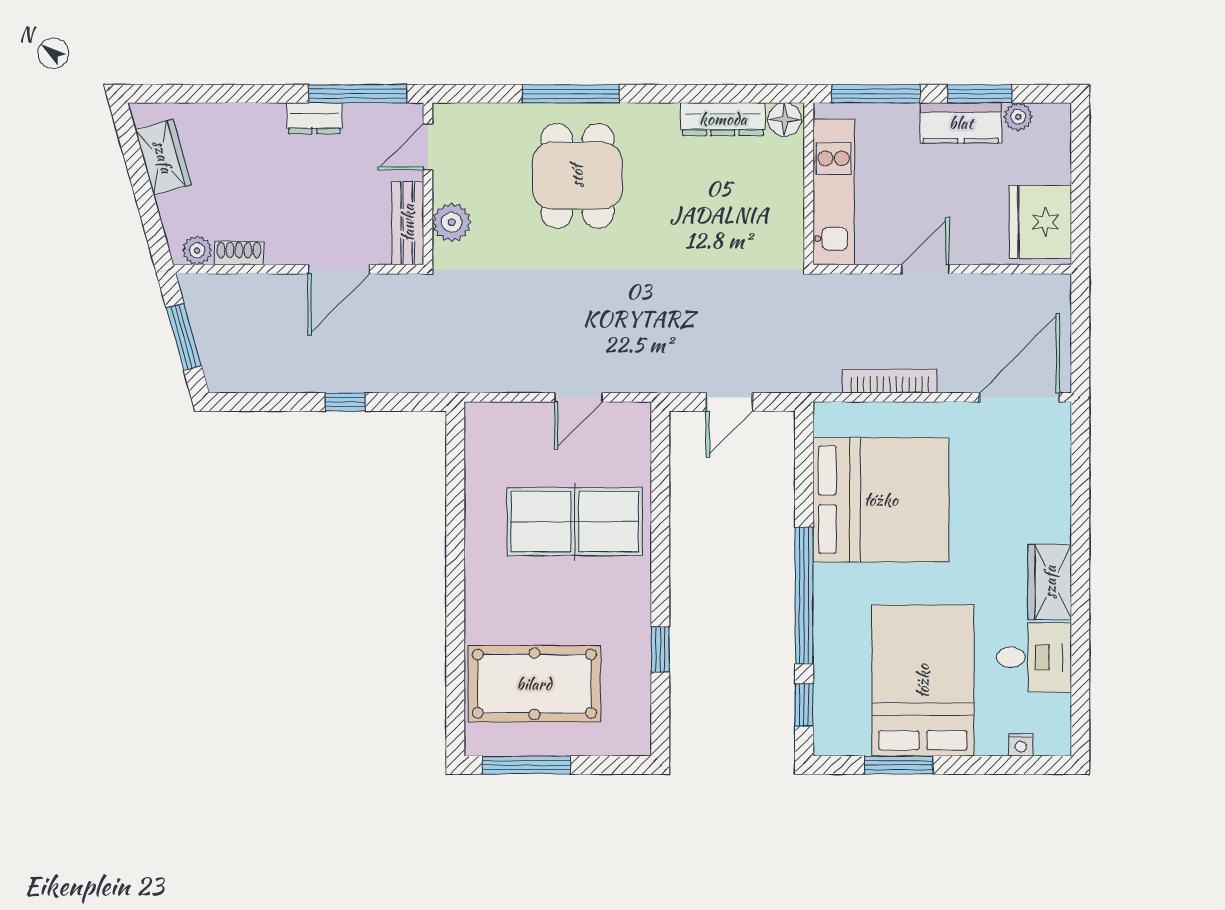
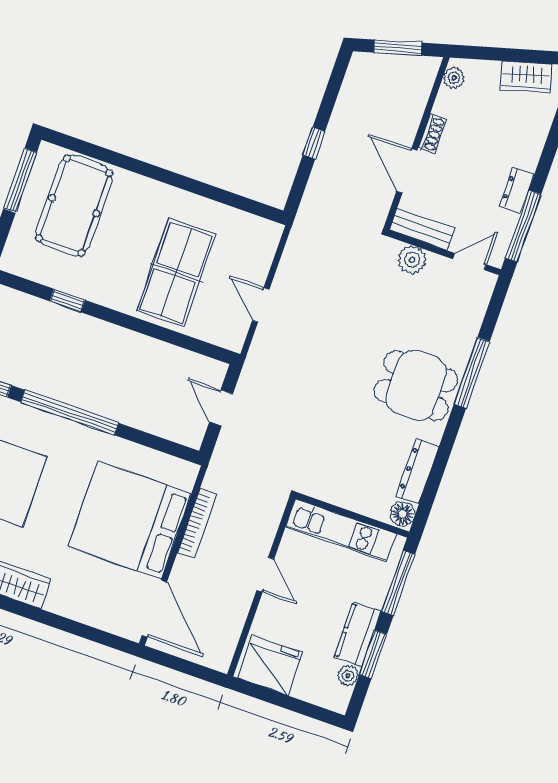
door: (428, 147) -> (470, 262), hinge flipped
dining table: (577, 176) -> (416, 385), moved
shoe rack: (239, 253) -> (432, 134), moved
bed: (881, 500) -> (130, 520), moved, turned 90

